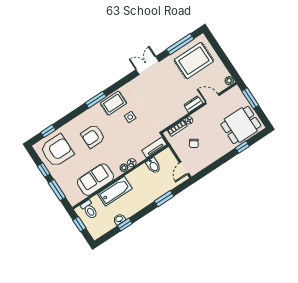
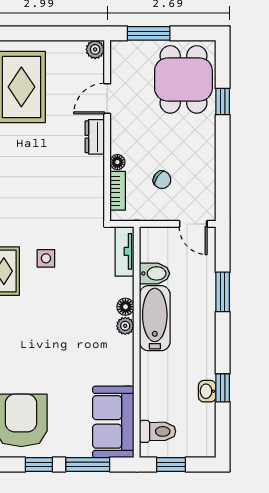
armchair: (93, 136) -> (37, 343), removed
sofa: (95, 180) -> (113, 422), moved
bathtub: (115, 191) -> (155, 318), moved

